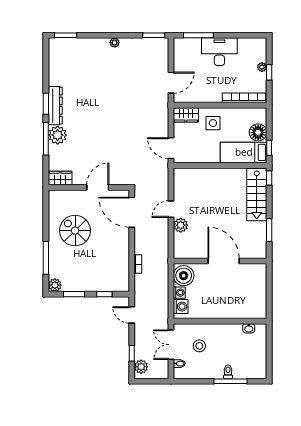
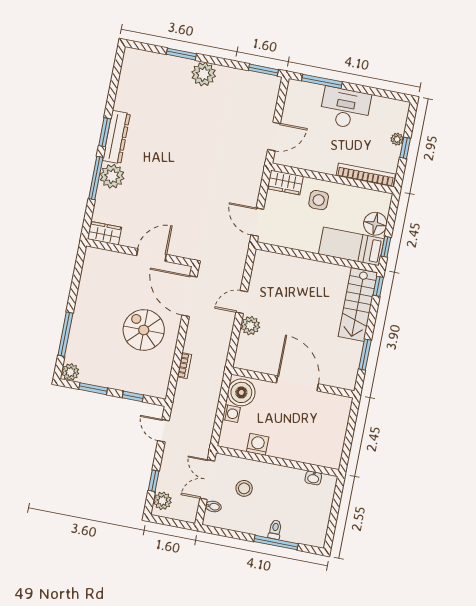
window: (66, 35) -> (181, 54), moved
plant: (115, 43) -> (204, 74), width x1.87, depth x1.87
spiral stairs: (75, 231) -> (144, 330), moved
washing machine: (181, 307) -> (258, 444), moved, turned -90

